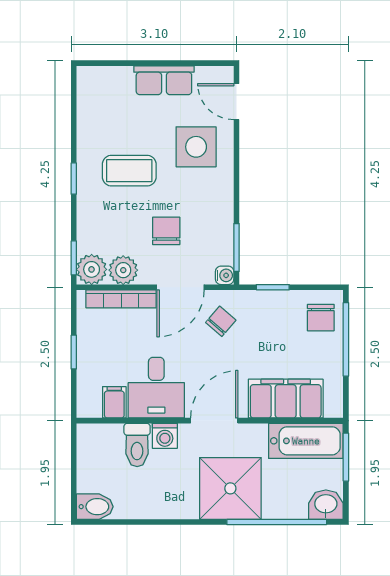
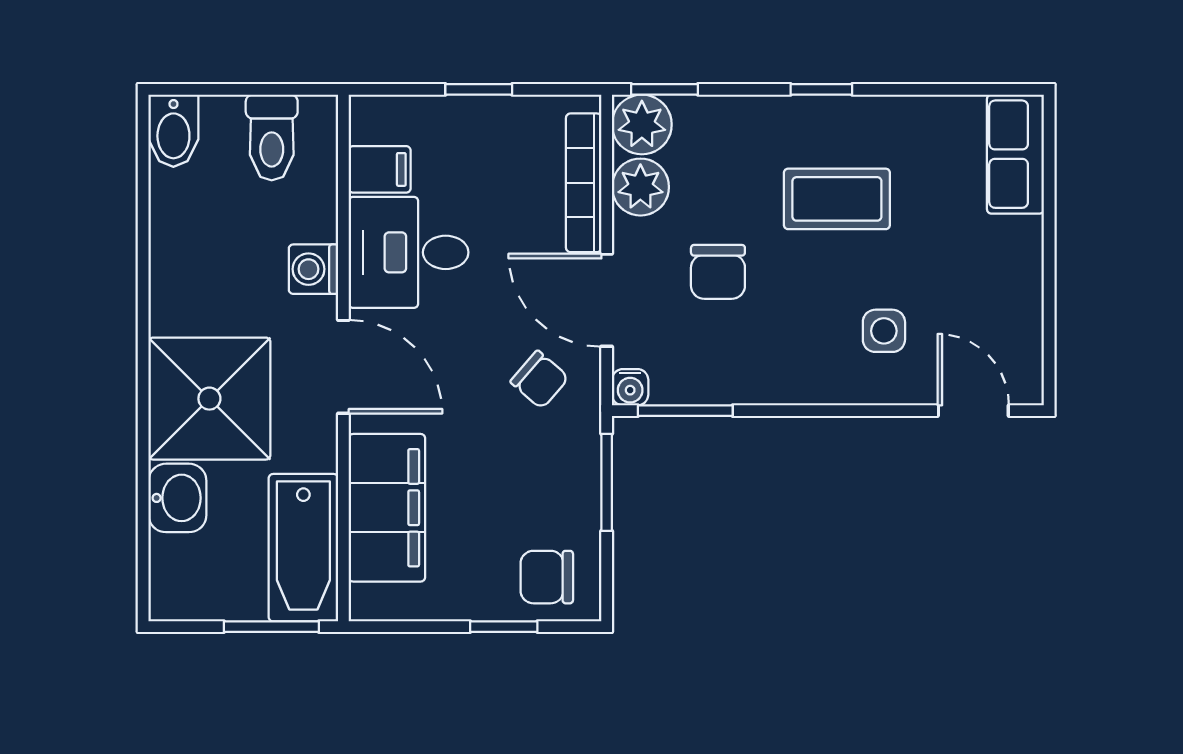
row of seats: (164, 80) -> (1015, 154), moved
door: (236, 102) -> (973, 411), hinge flipped
side table: (196, 147) -> (884, 331), width x0.54, depth x0.54
coffee table: (129, 171) -> (837, 199), turned 90
chair: (166, 231) -> (718, 272), turned 90
window: (273, 287) -> (607, 482), width x1.50
window: (346, 339) -> (504, 627), width x0.46
toilet: (137, 445) -> (272, 137), moved, turned -90
washbasin: (326, 505) -> (177, 498), moved
window: (277, 522) -> (143, 490), removed

